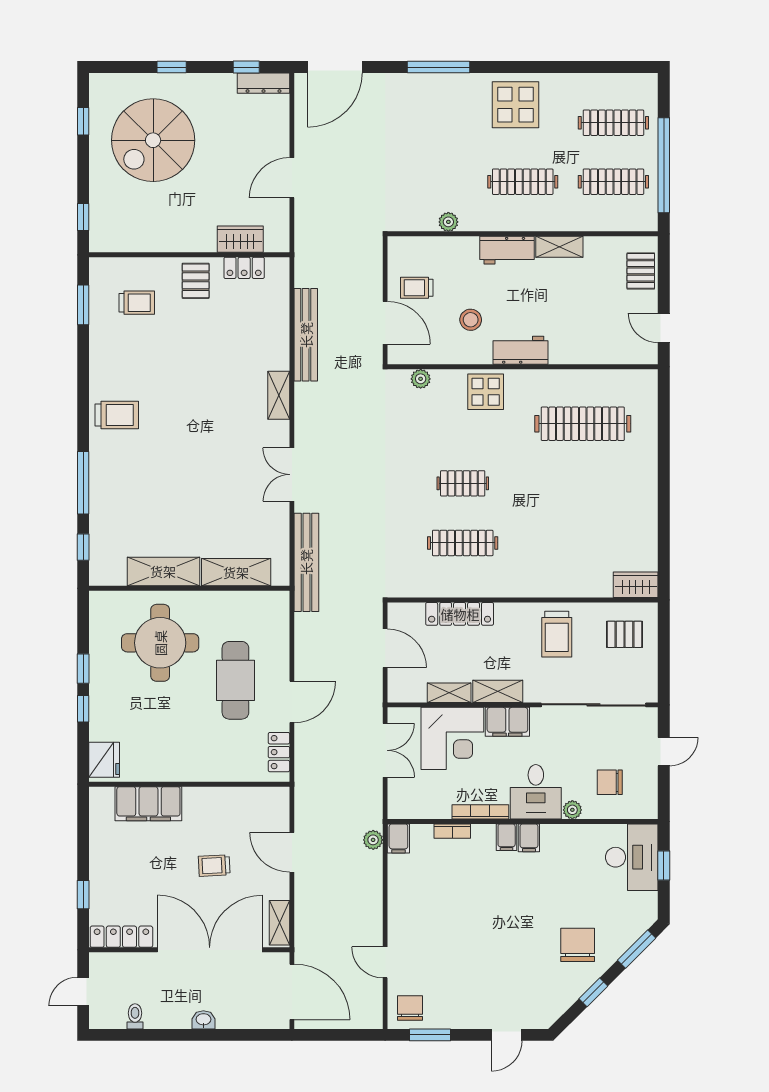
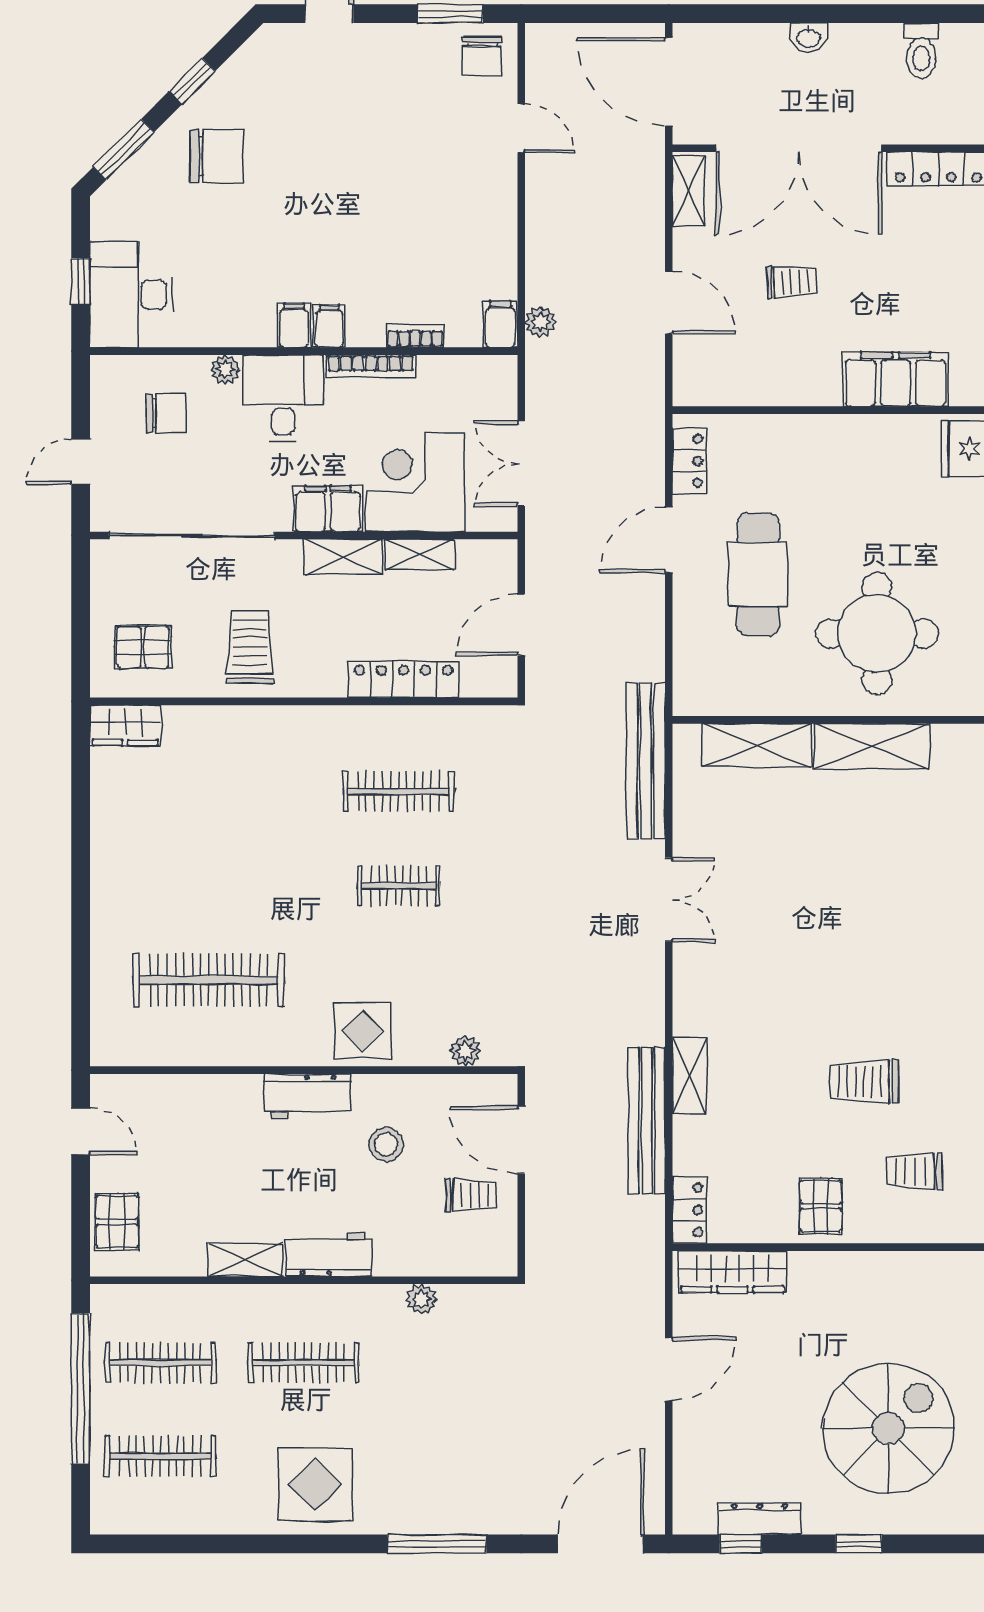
dresser: (263, 83) -> (760, 1519), moved
wardrobe: (240, 239) -> (732, 1272), width x1.50
locker: (244, 268) -> (689, 1210), moved, turned 90
shelving: (279, 395) -> (690, 1076), moved
trolley: (117, 415) -> (864, 1082), moved
door: (385, 648) -> (521, 625), hinge flipped
chair: (578, 945) -> (217, 156), turned -90
toilet: (135, 1016) -> (921, 51), width x1.37, depth x1.39

